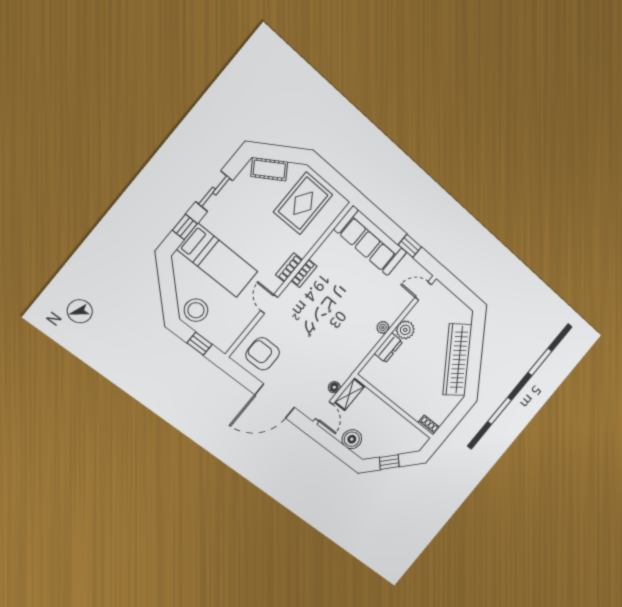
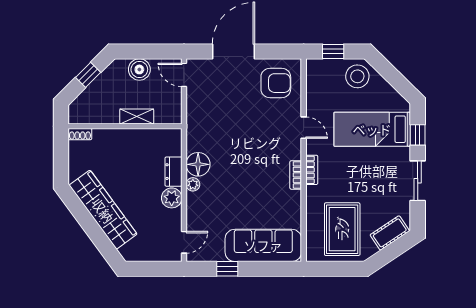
floor lamp: (334, 387) -> (198, 164), moved, width x1.89, depth x1.89
shelving: (349, 394) -> (137, 116), moved, turned 90

